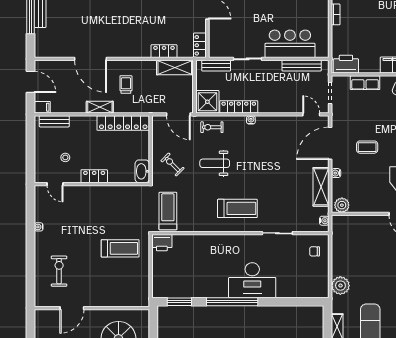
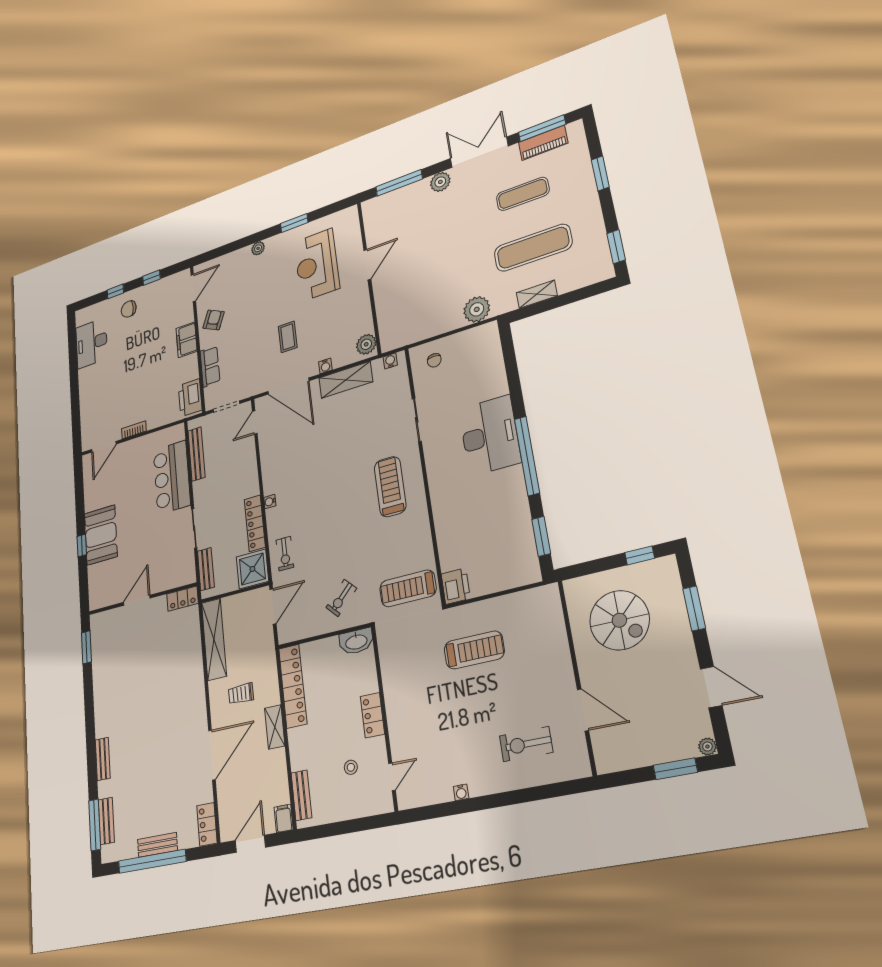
locker: (164, 51) -> (207, 824), moved
shelving: (175, 68) -> (214, 639), width x1.47
weight bench: (215, 163) -> (332, 537), removed
treadmill: (120, 248) -> (474, 650), turned 90

